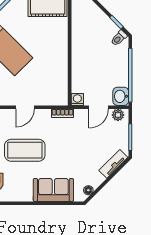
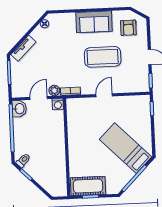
plant: (118, 115) -> (54, 90), moved
sofa: (53, 190) -> (94, 22), moved

